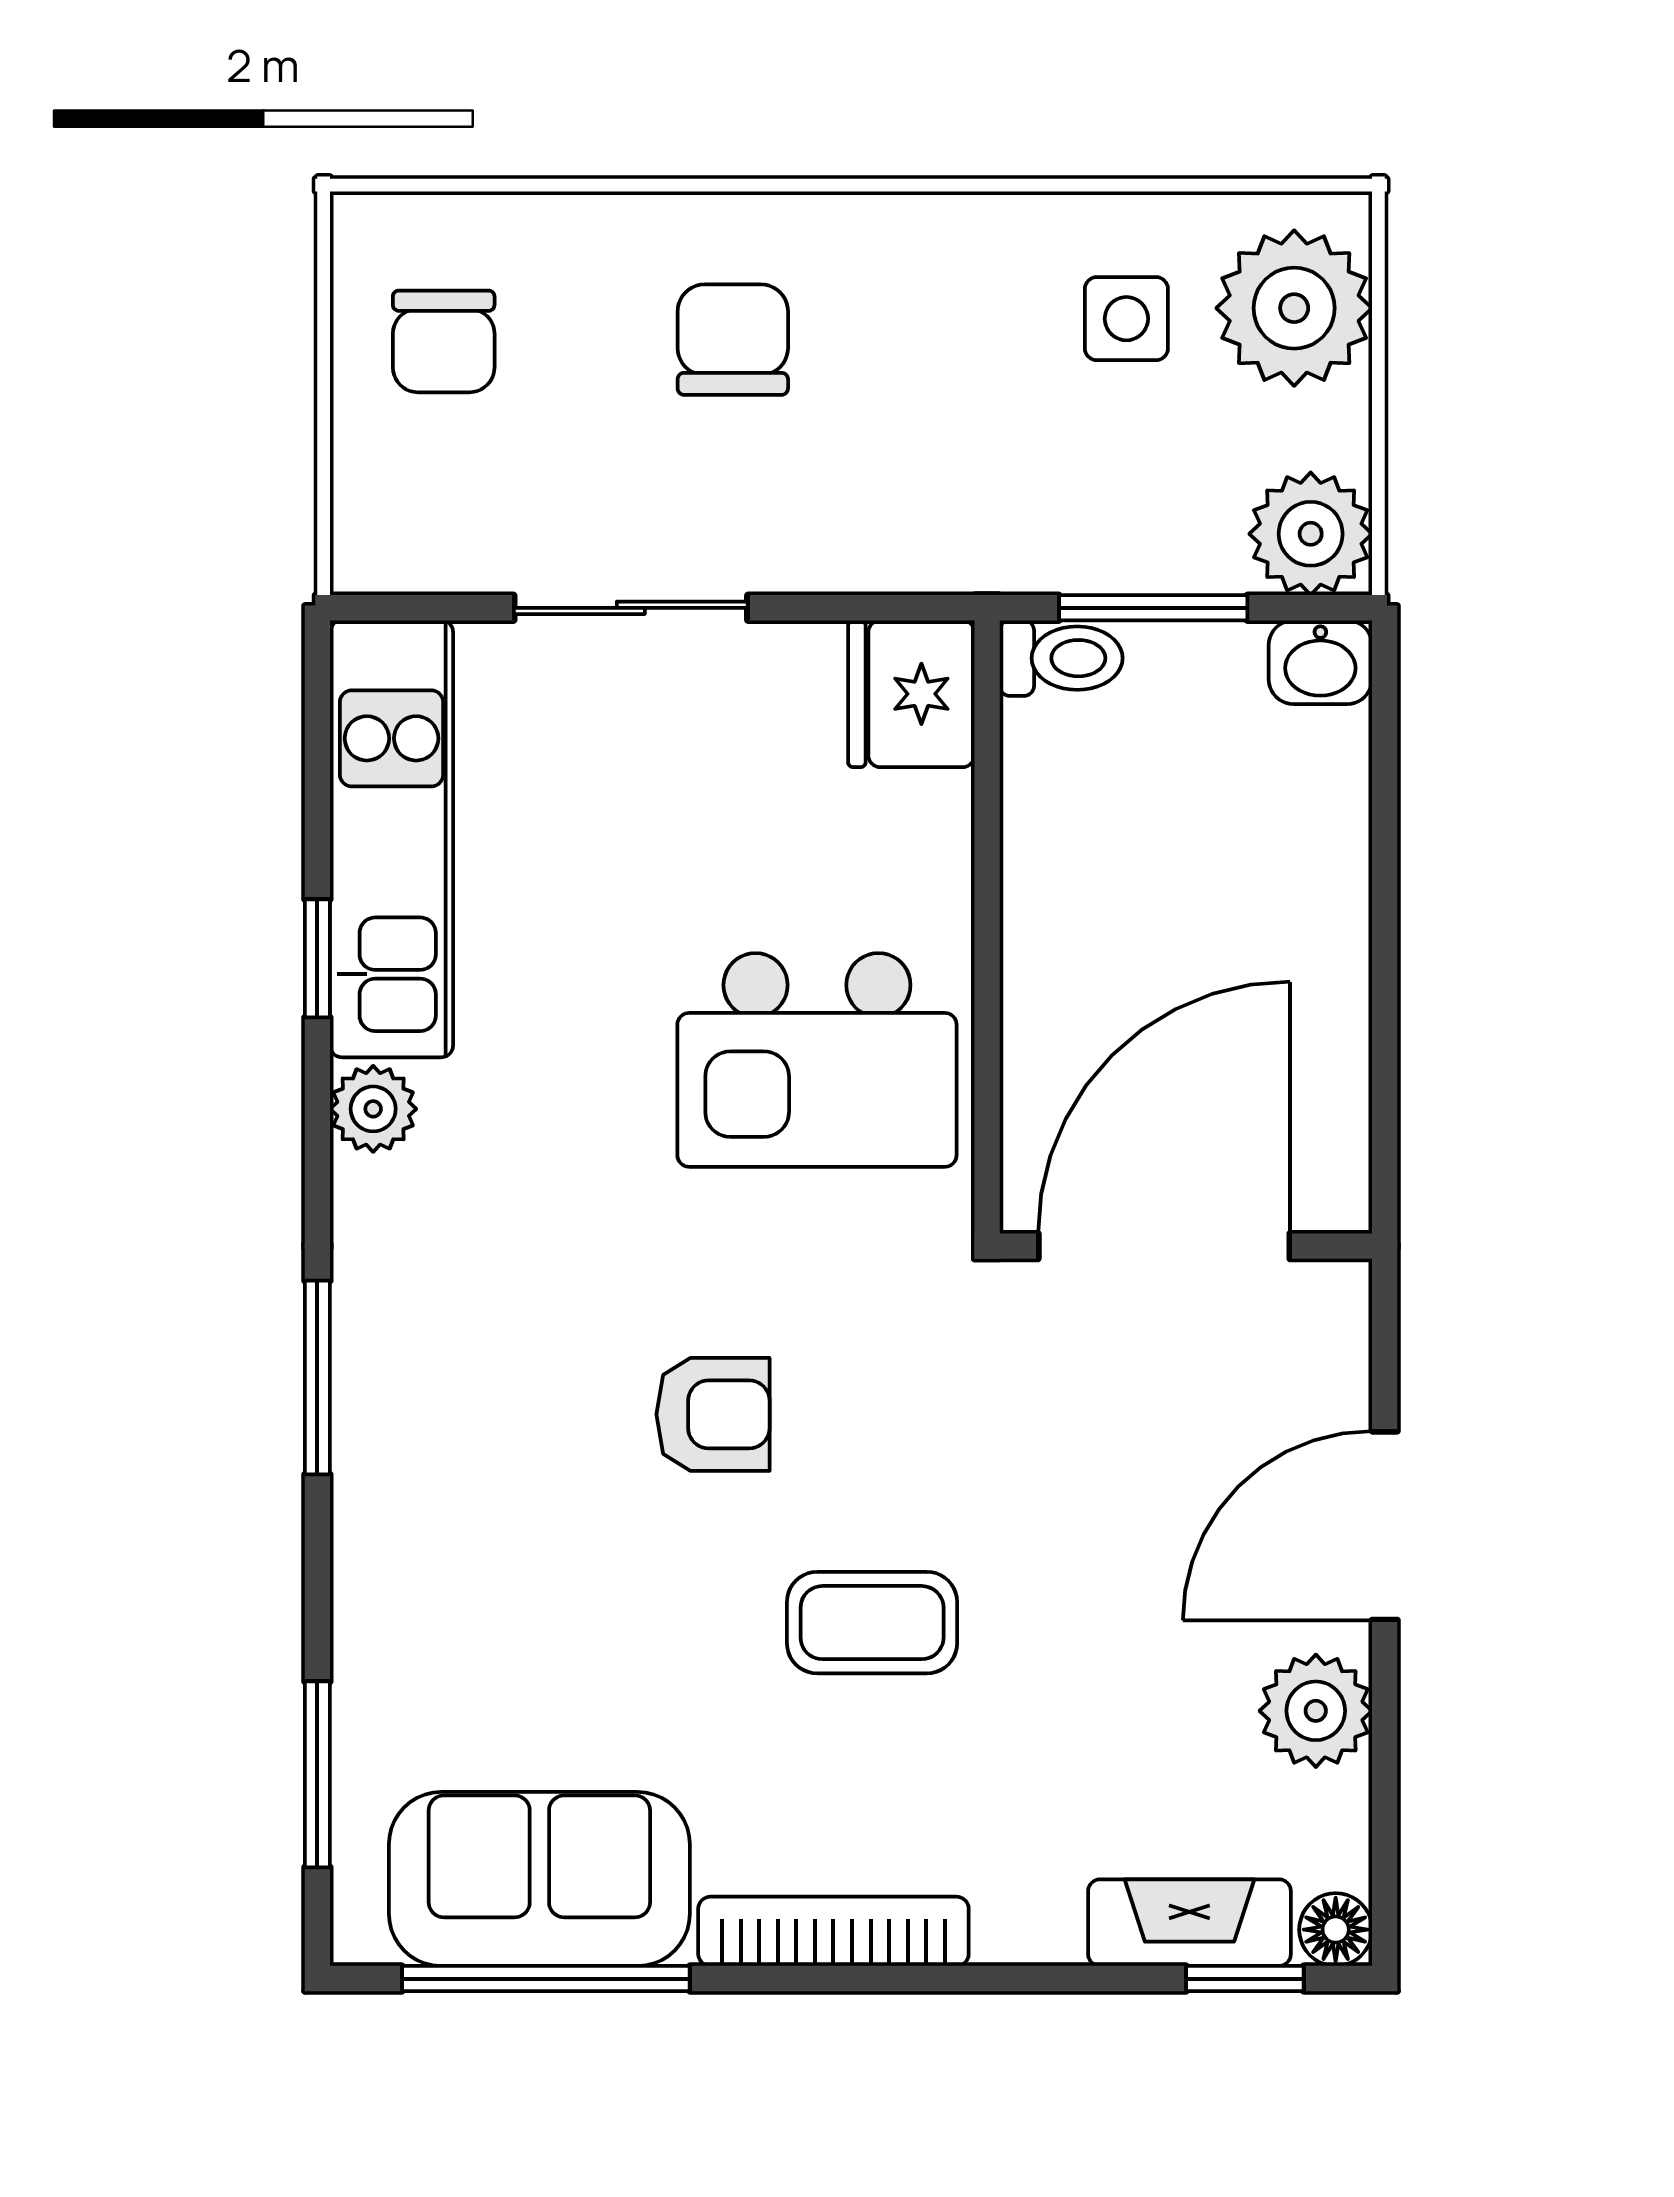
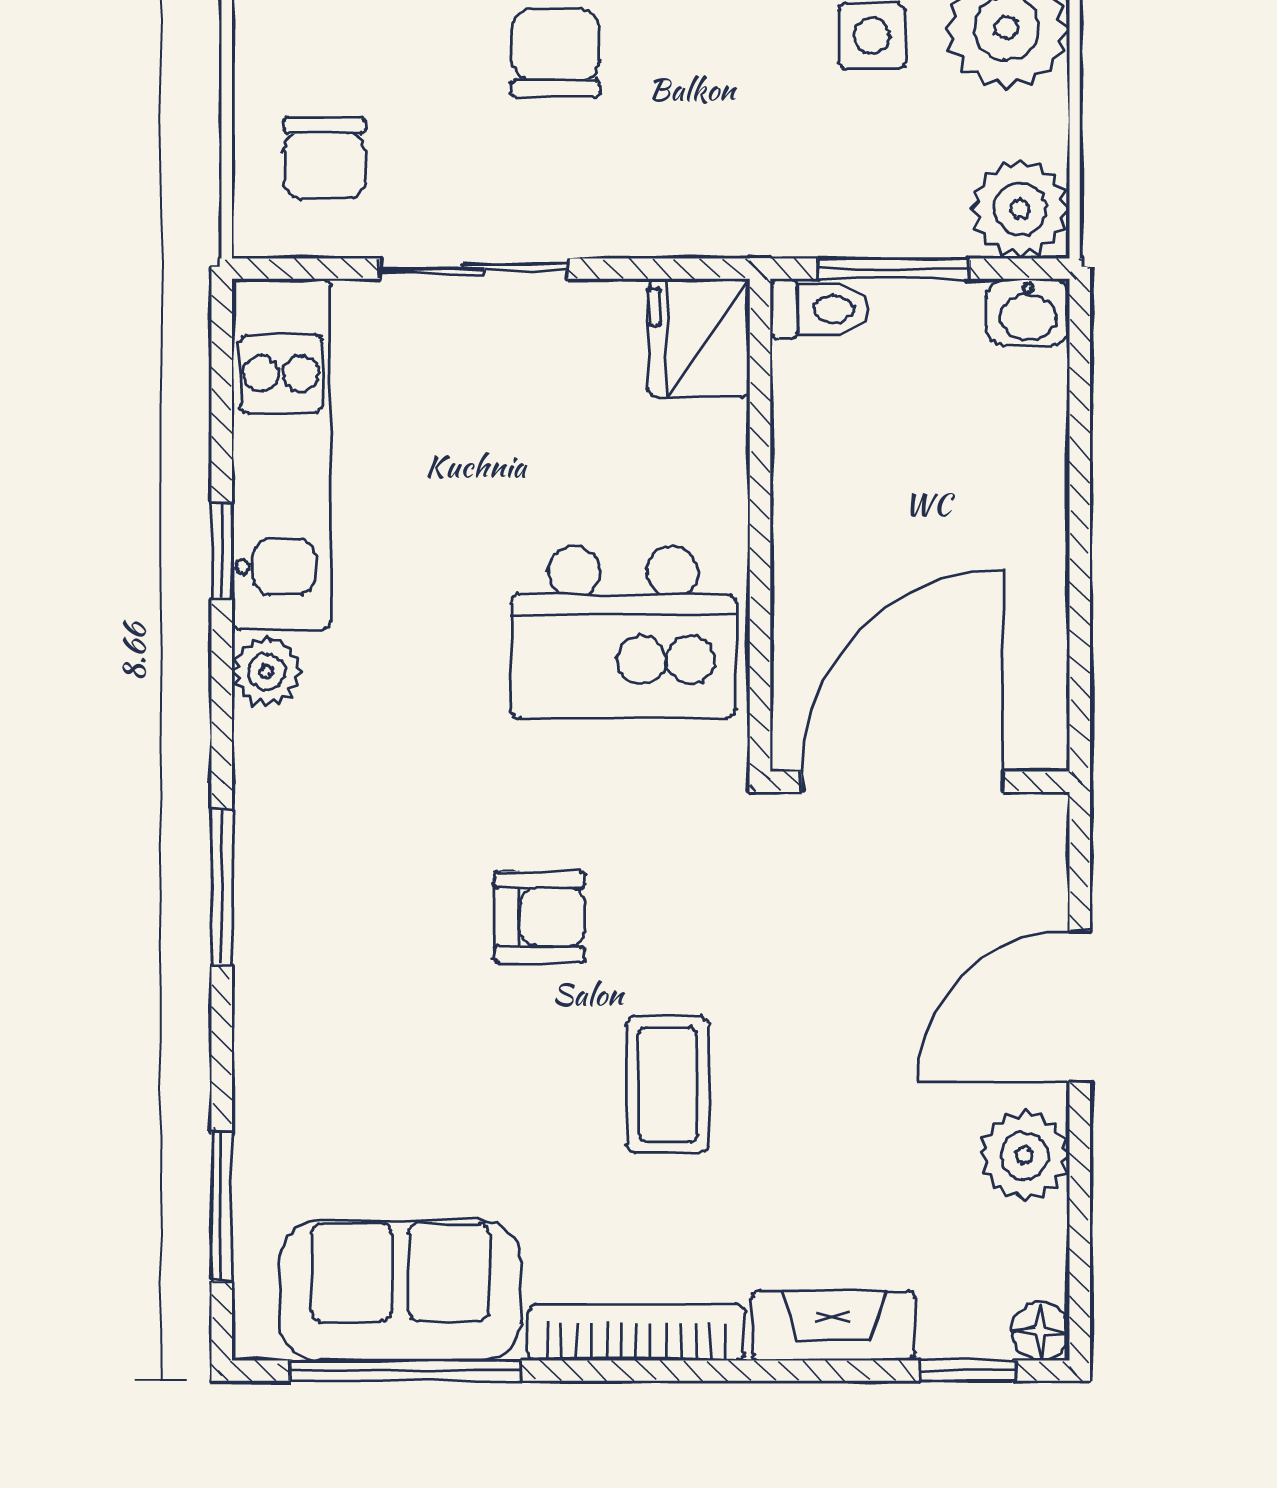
chair: (444, 341) -> (324, 158), moved
coffee table: (872, 1623) -> (668, 1084), turned 90
fireplace: (1189, 1923) -> (834, 1326), moved

